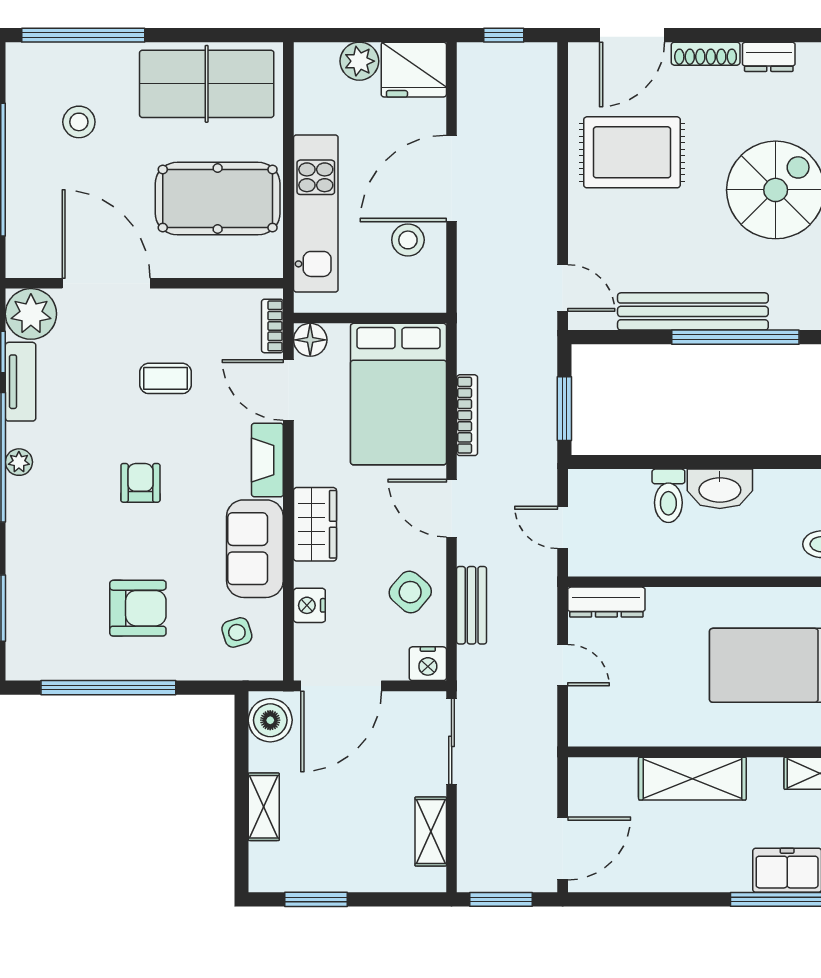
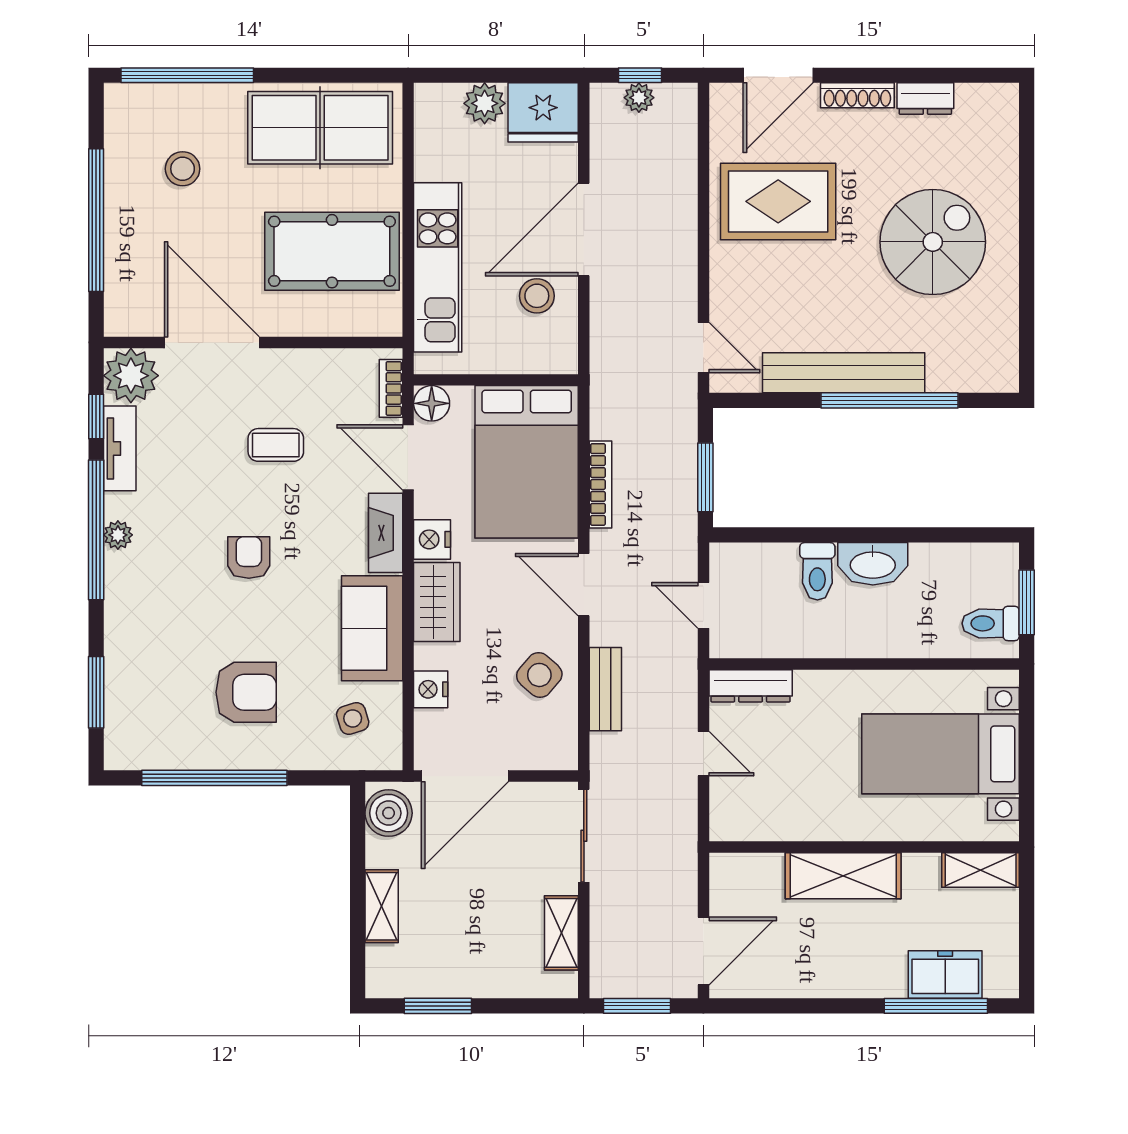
plant: (503, 56) -> (639, 98), added
nightstand: (428, 664) -> (432, 539), moved, turned 90

